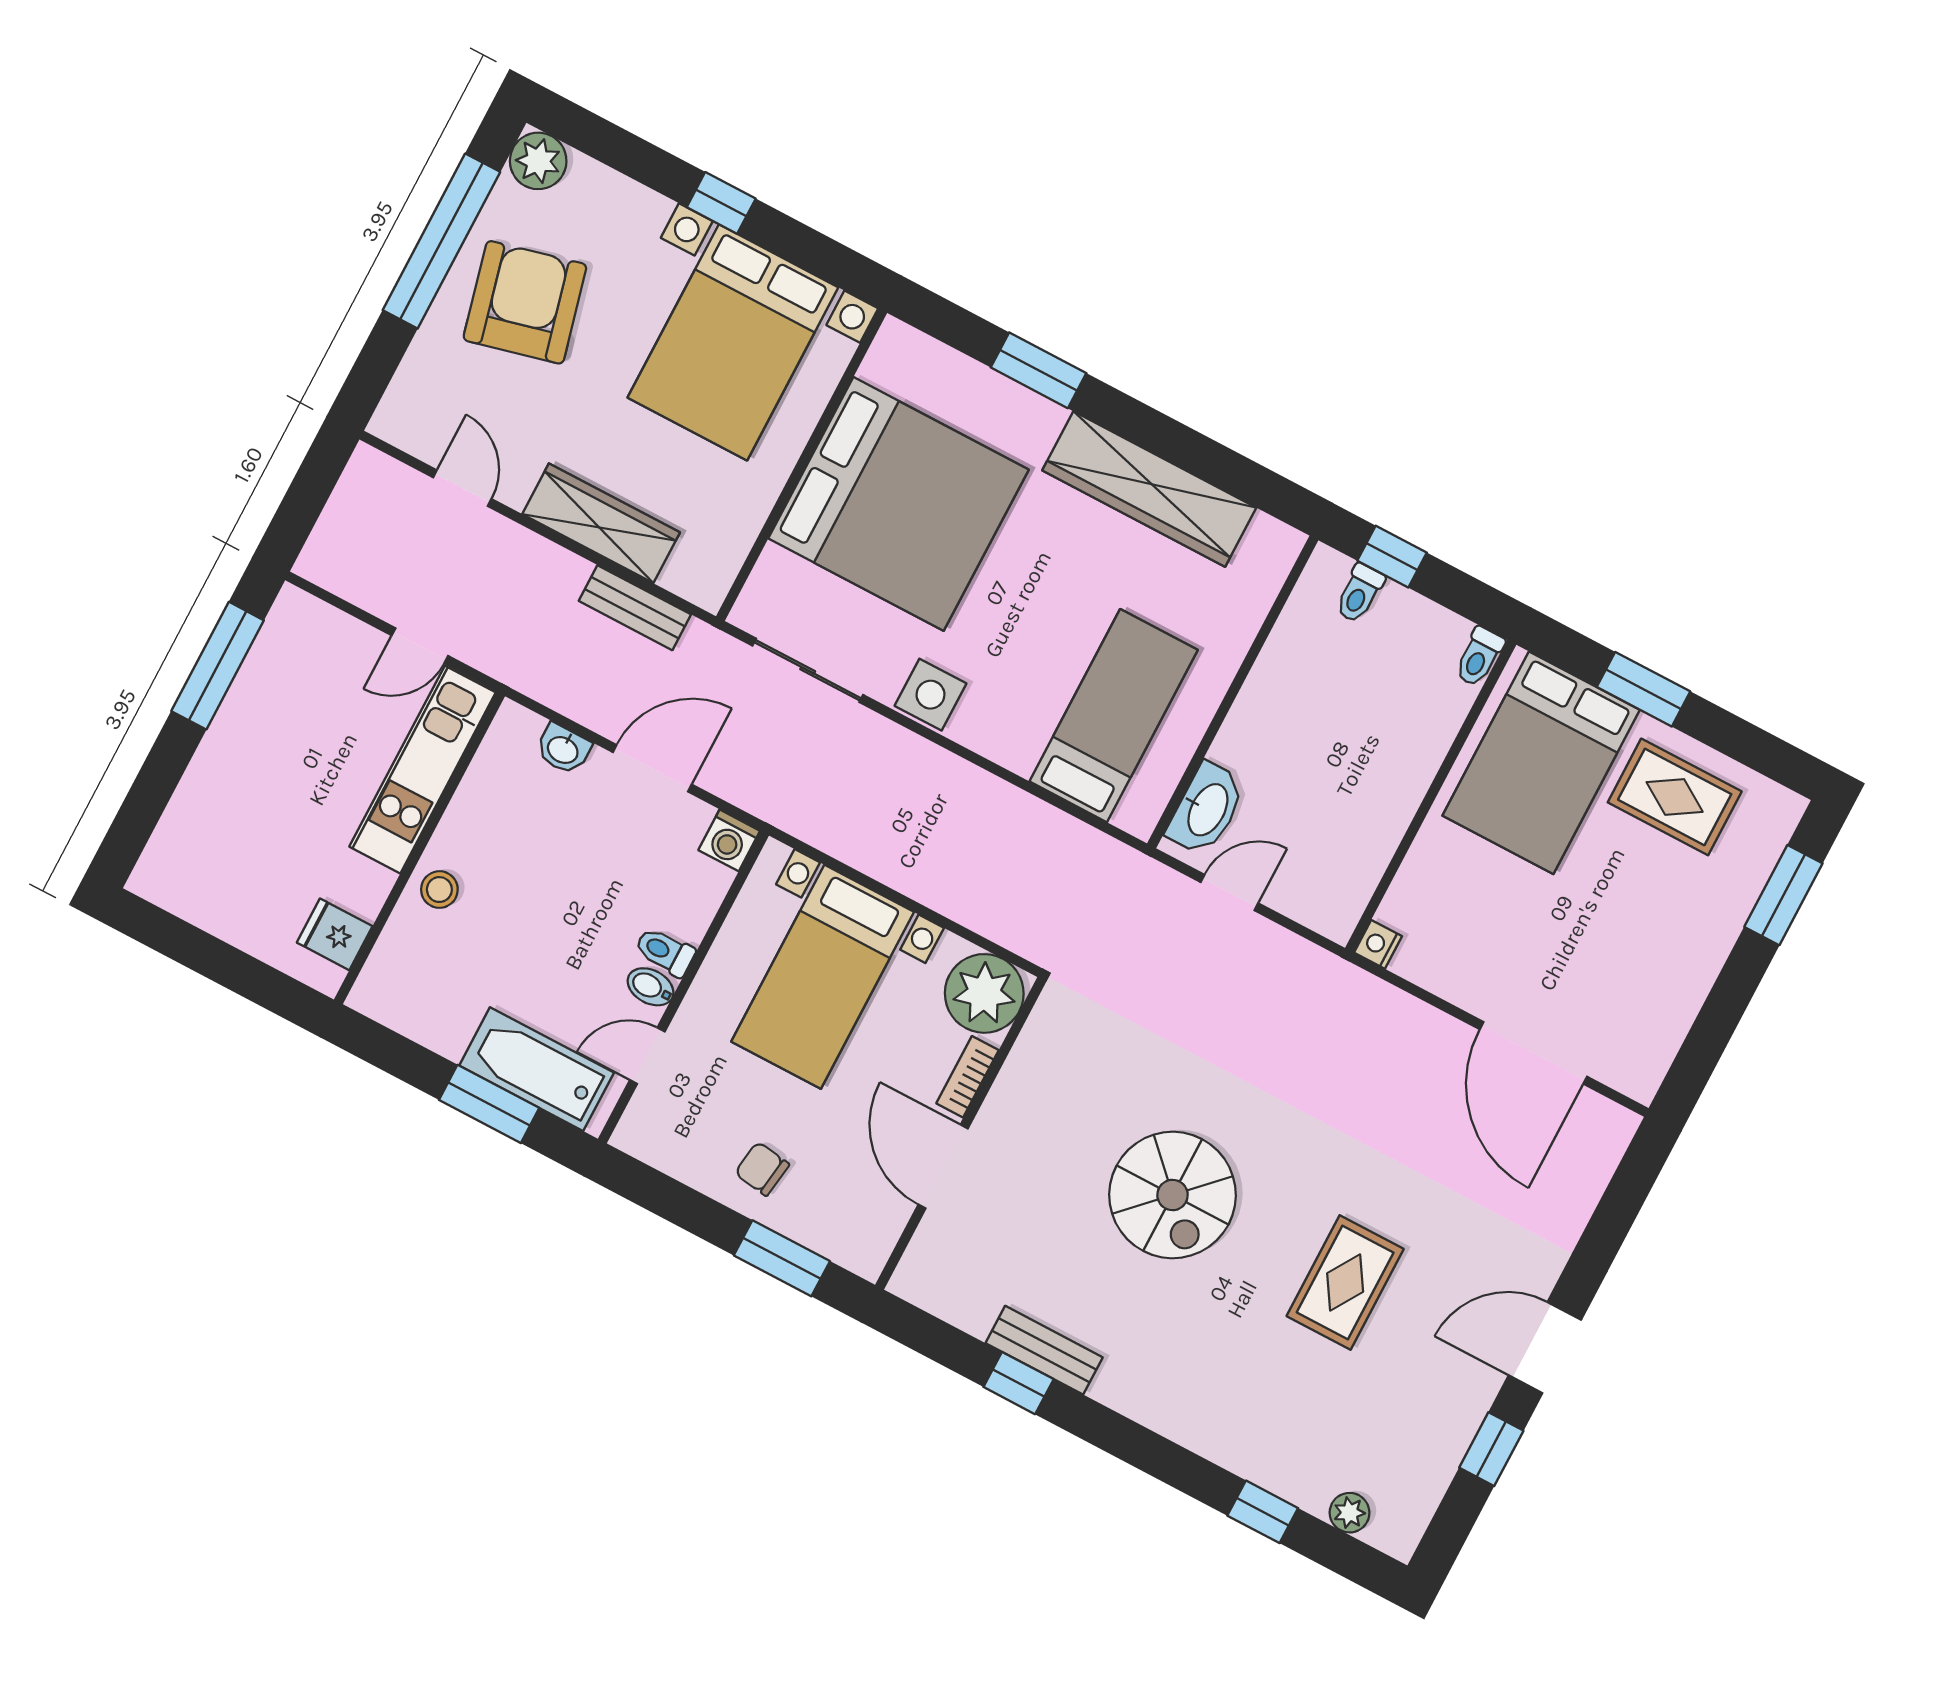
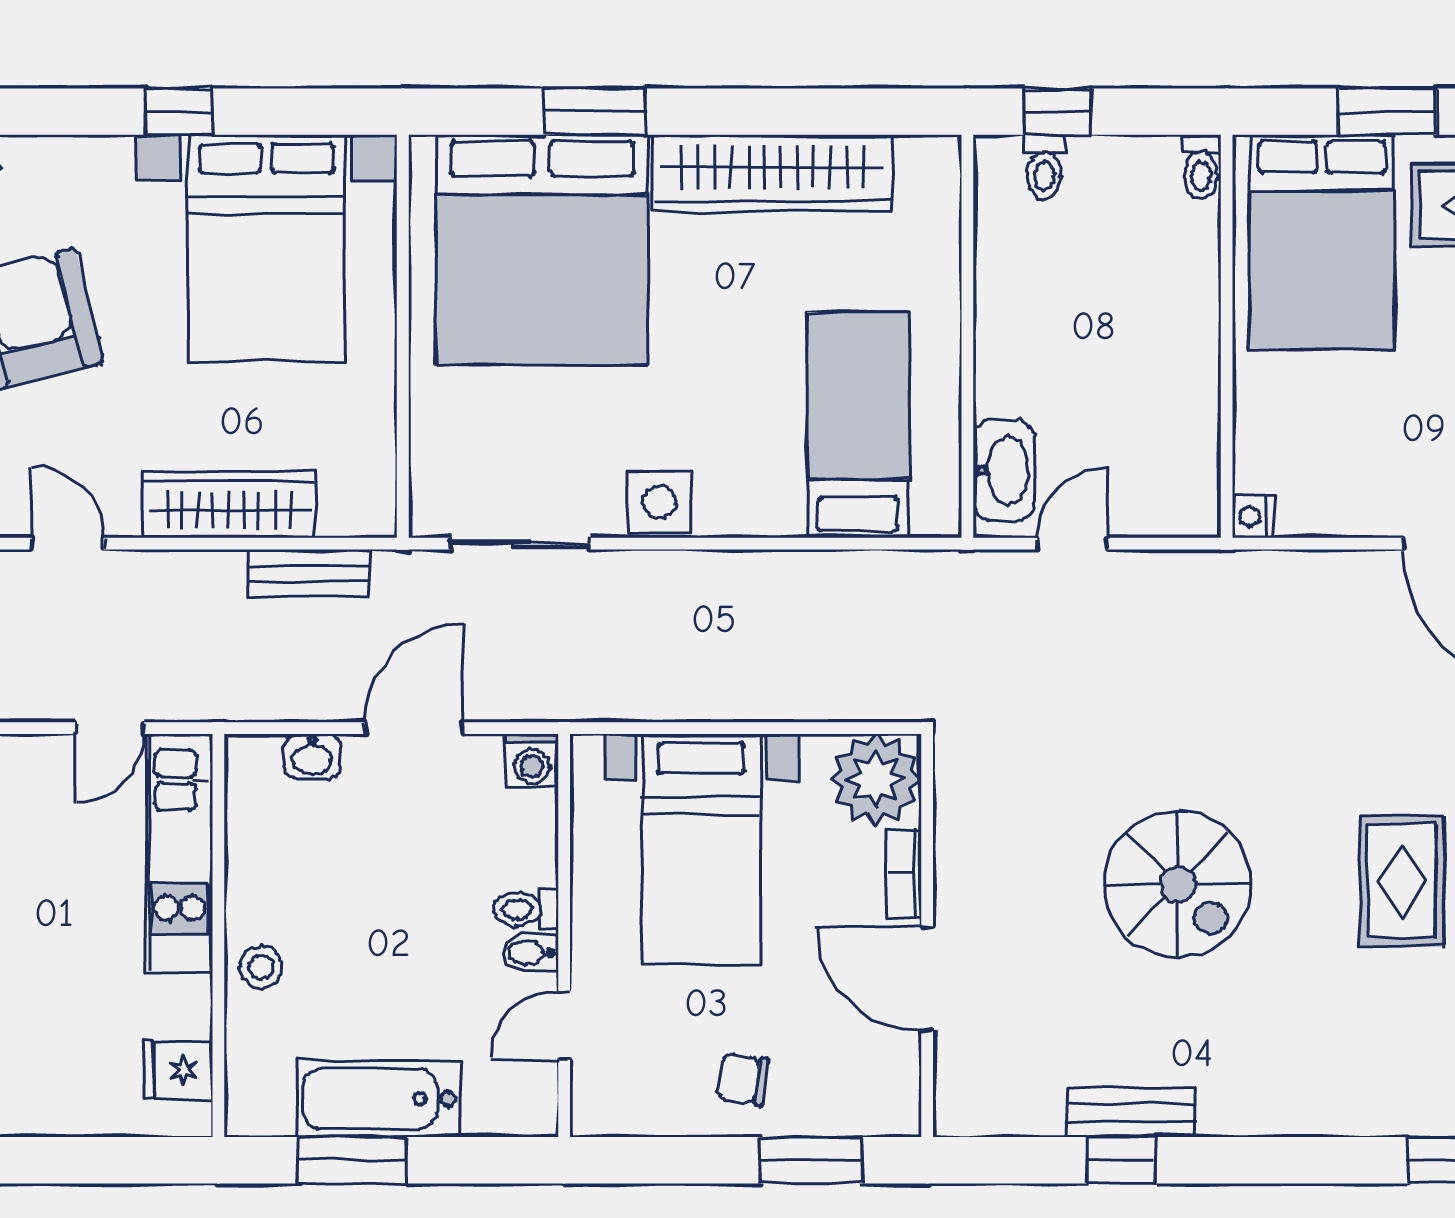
bed: (899, 504) -> (542, 250), moved, turned 90
bathtub: (537, 1069) -> (378, 1099), moved
window: (489, 1104) -> (352, 1160), moved

